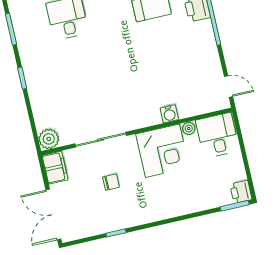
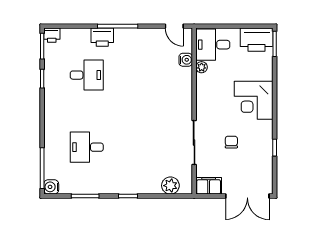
door: (228, 87) -> (174, 26), swing flipped
water cooler: (169, 114) -> (186, 60), moved
plant: (49, 139) -> (170, 186), moved
corner desk: (162, 151) -> (254, 100), moved, turned 180
printer: (241, 192) -> (257, 40), width x1.87, depth x1.48

